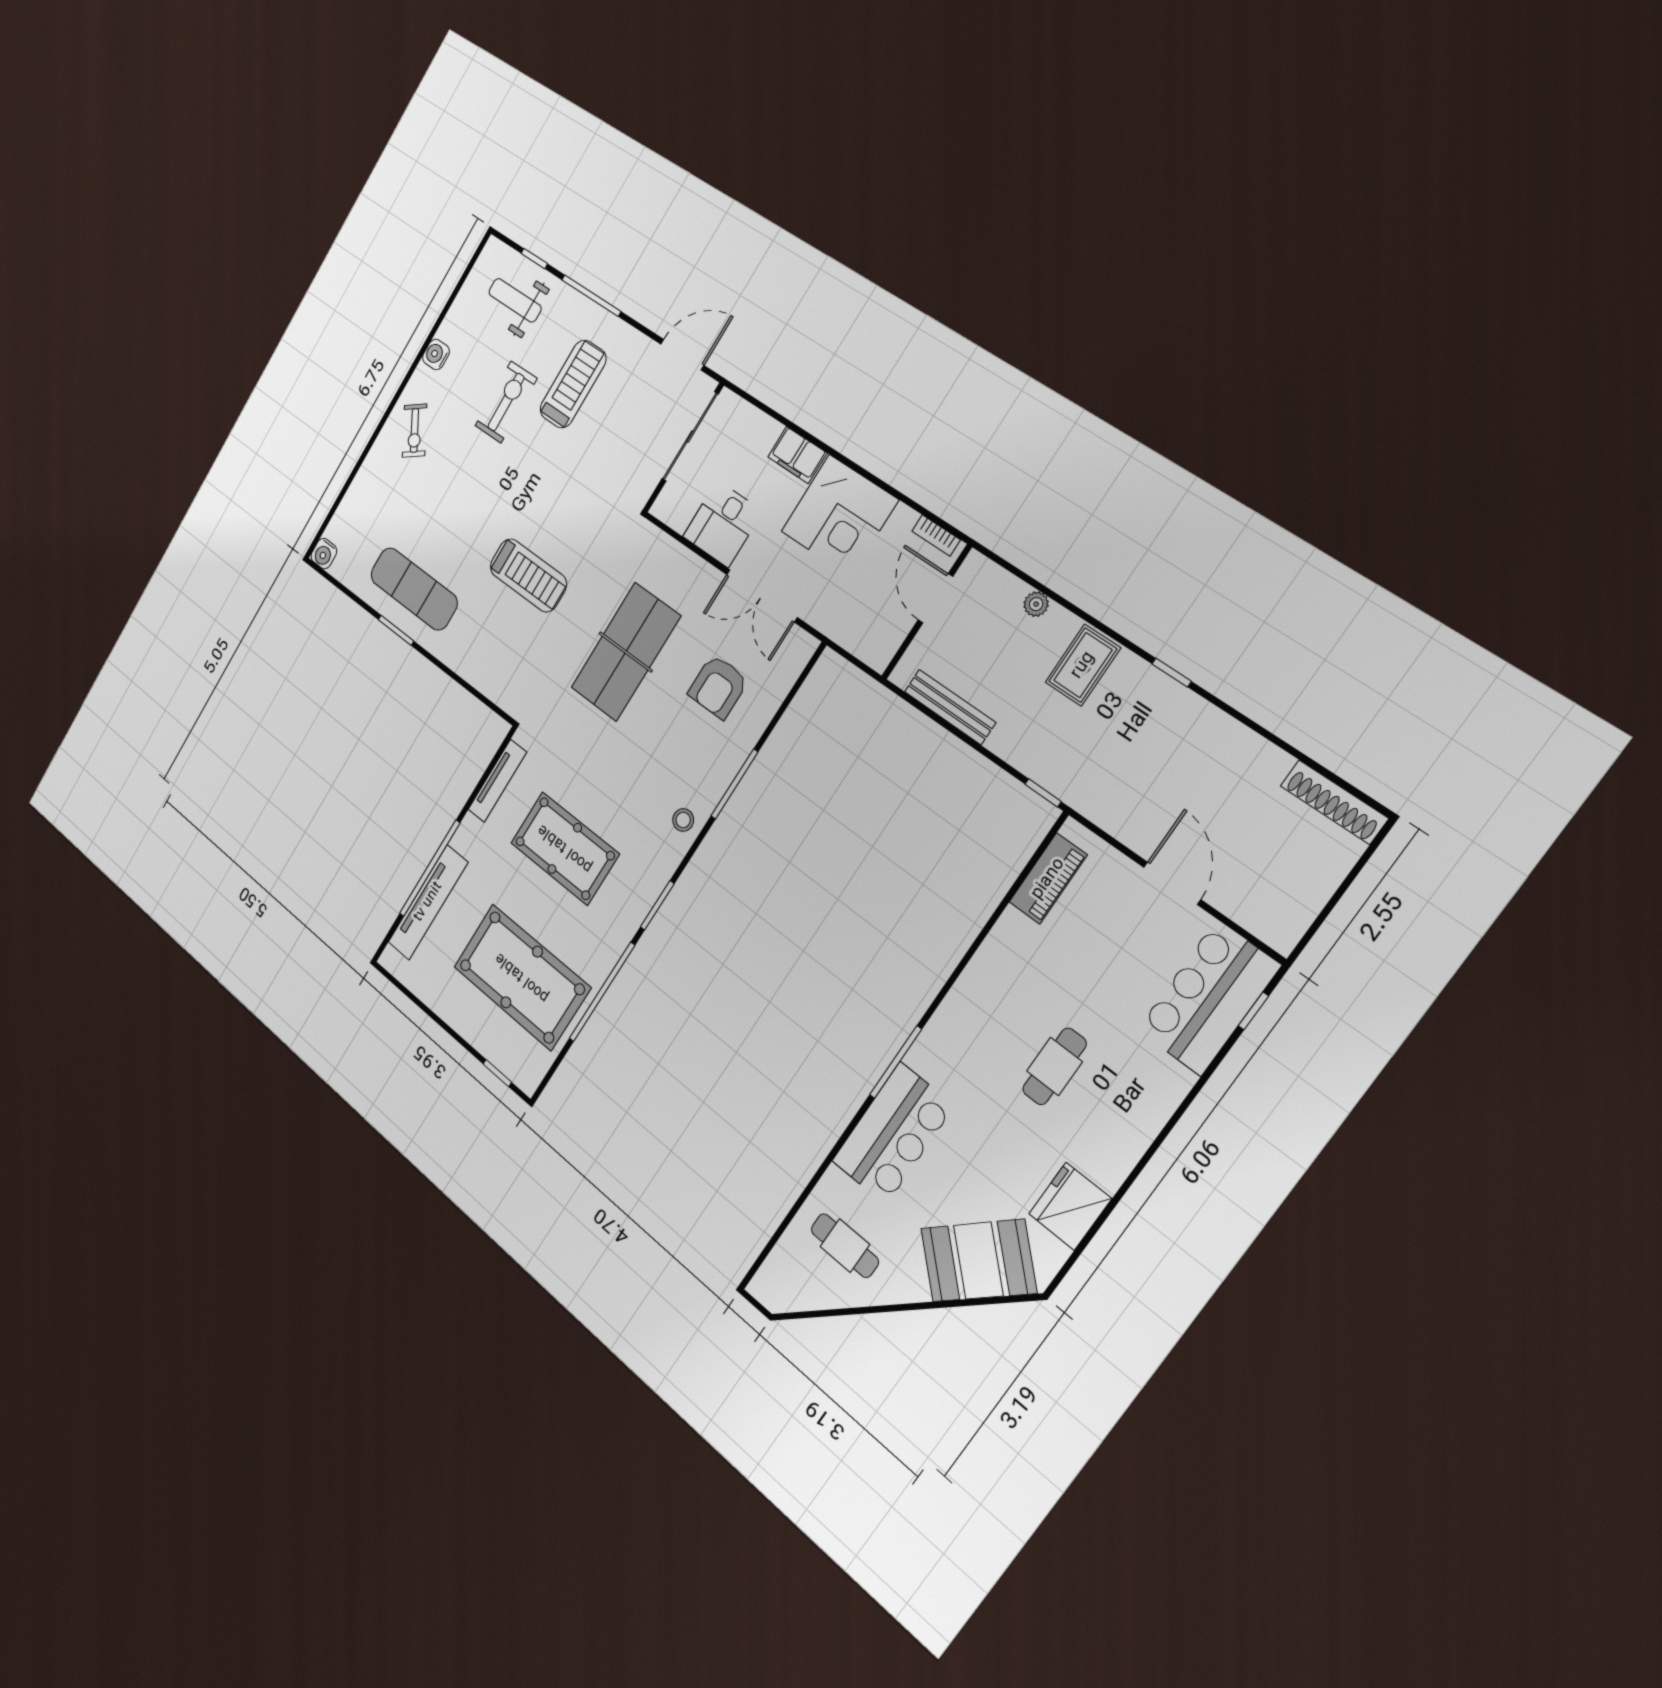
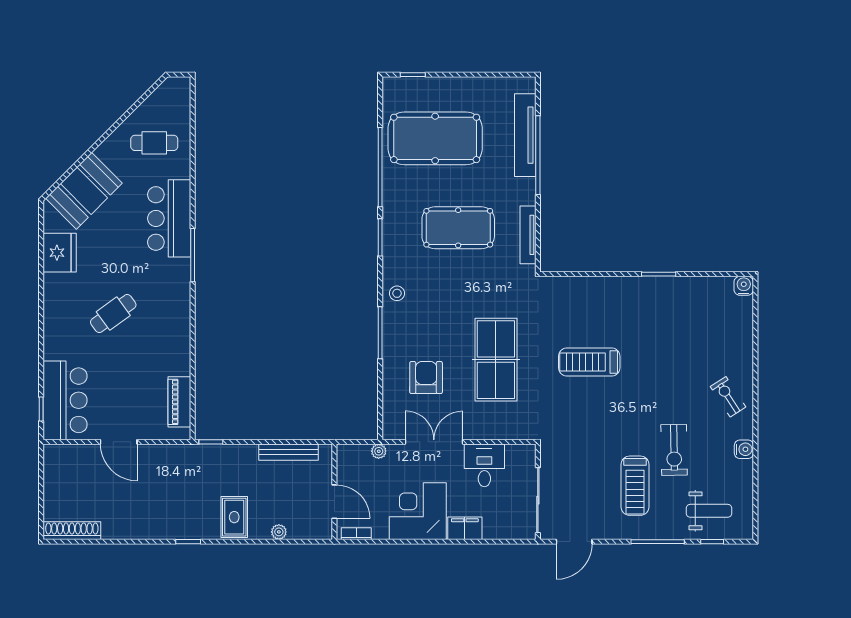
exercise mat: (414, 589) -> (663, 306), removed
plant: (836, 629) -> (379, 451), added
cafe table: (1055, 1066) -> (113, 314), turned 54

